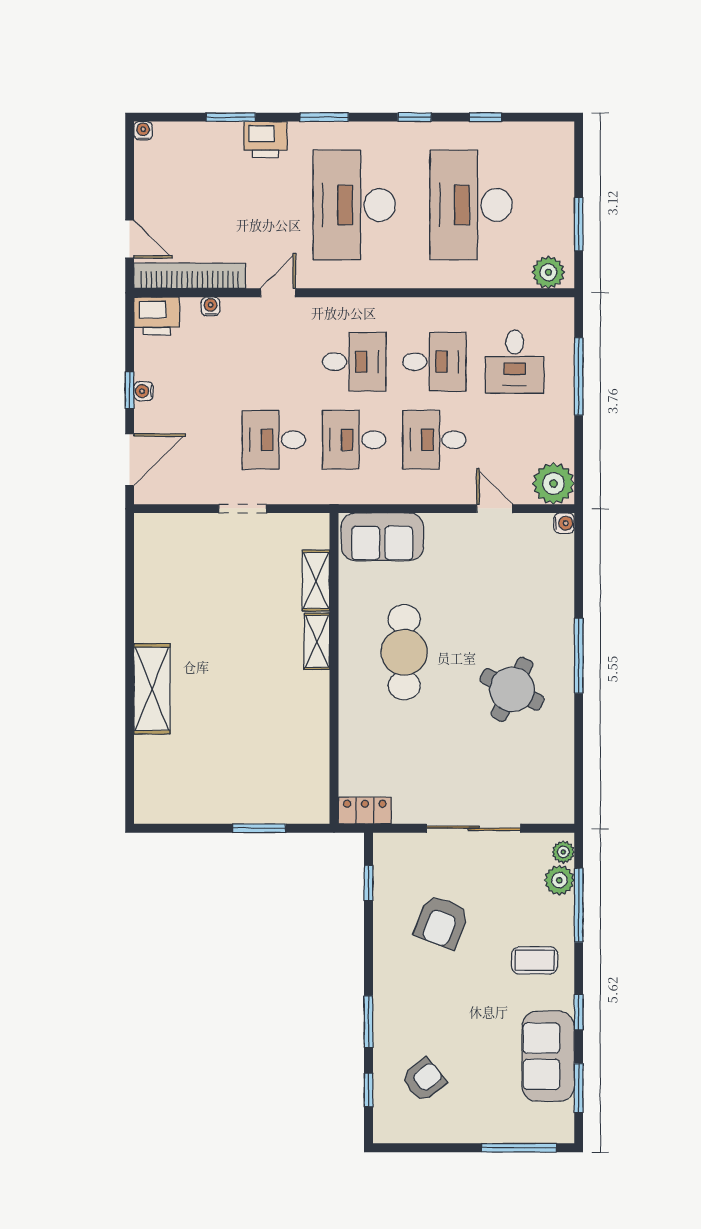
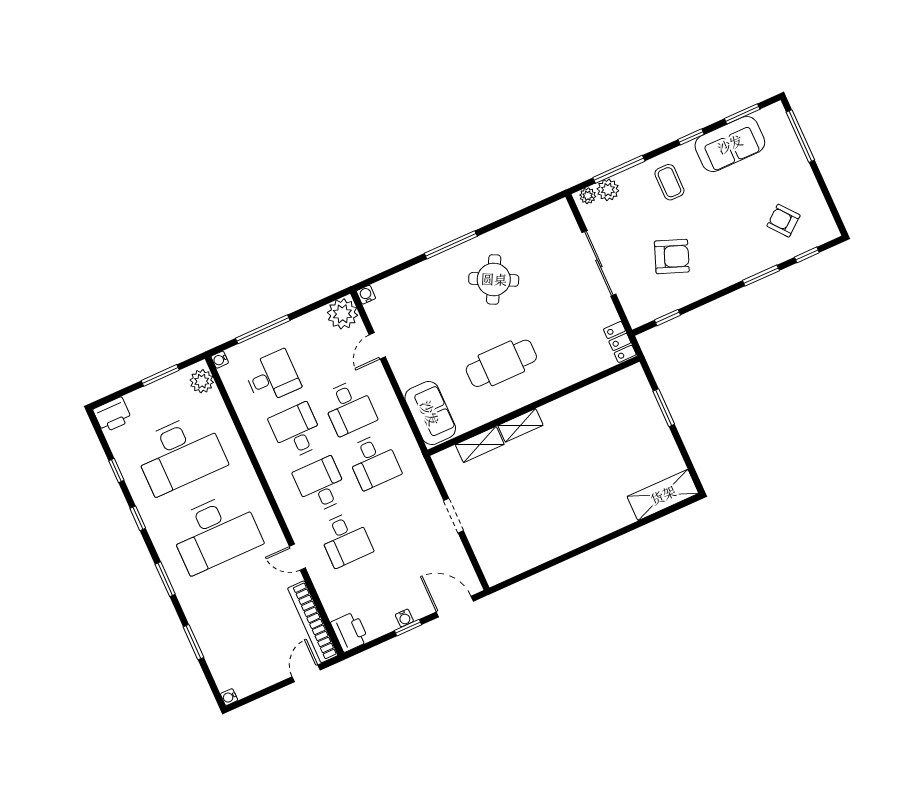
printer: (265, 139) -> (112, 415), moved, turned 90
water cooler: (211, 306) -> (220, 360), moved
desk: (274, 440) -> (345, 539), moved
shelving: (152, 689) -> (663, 495), moved

